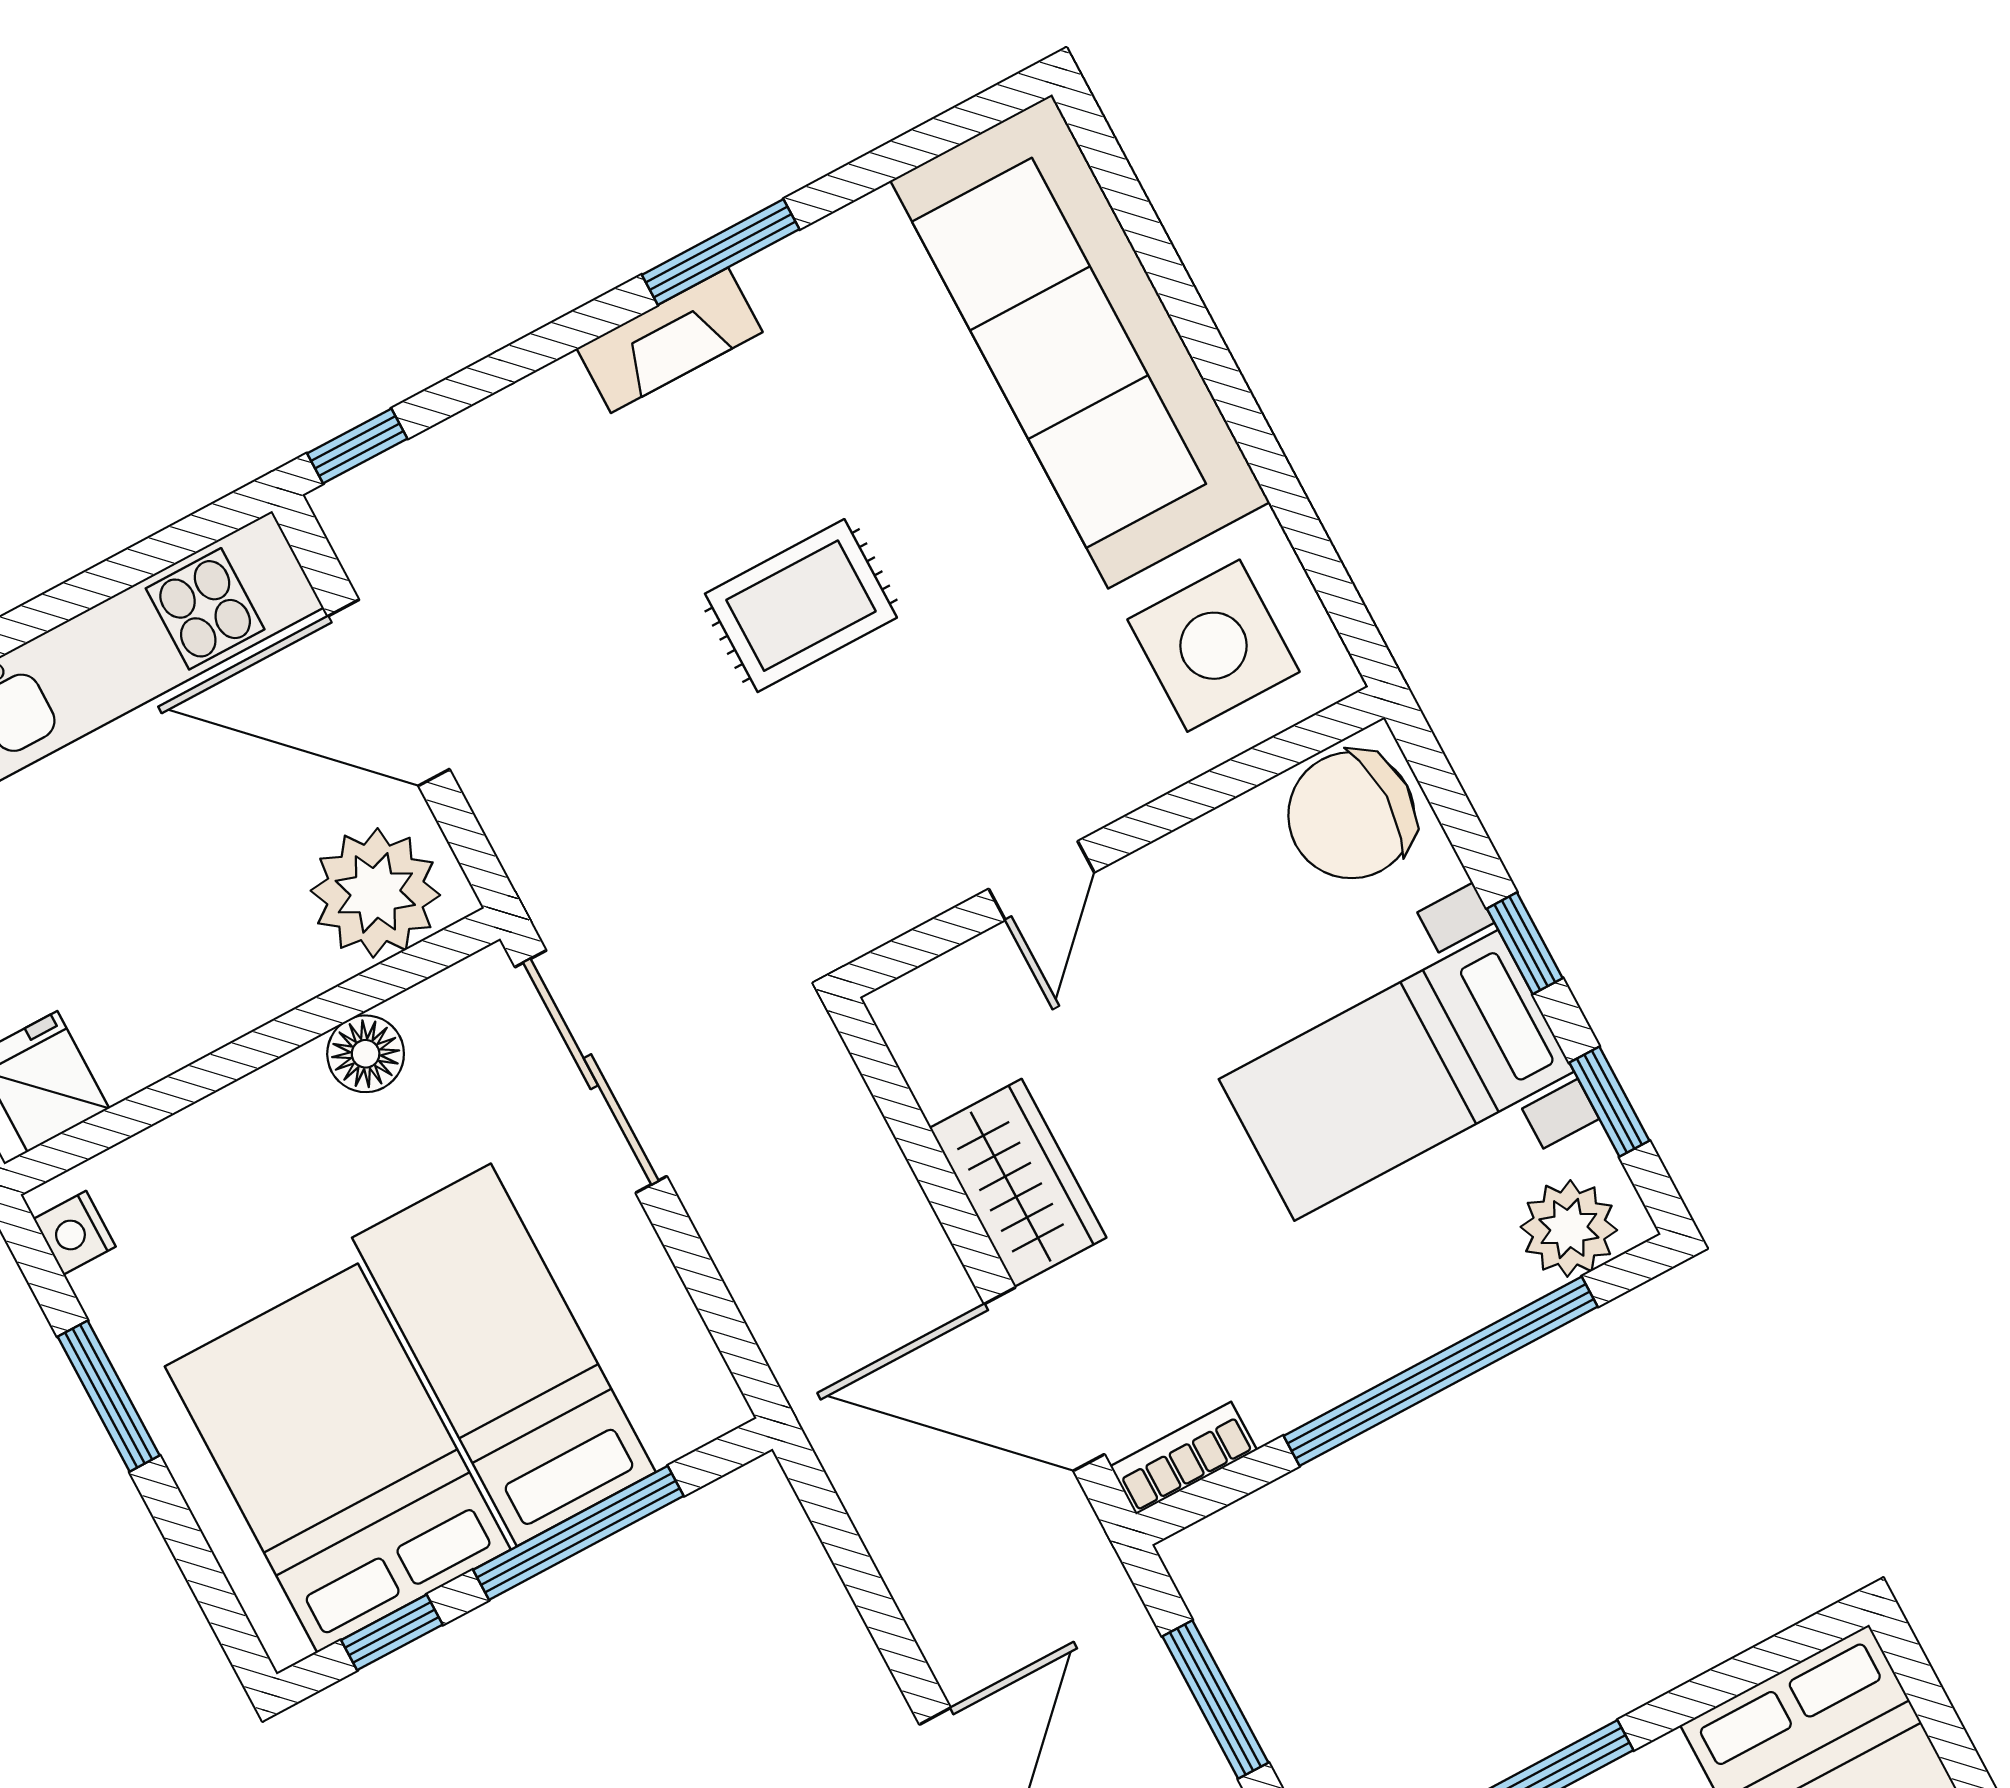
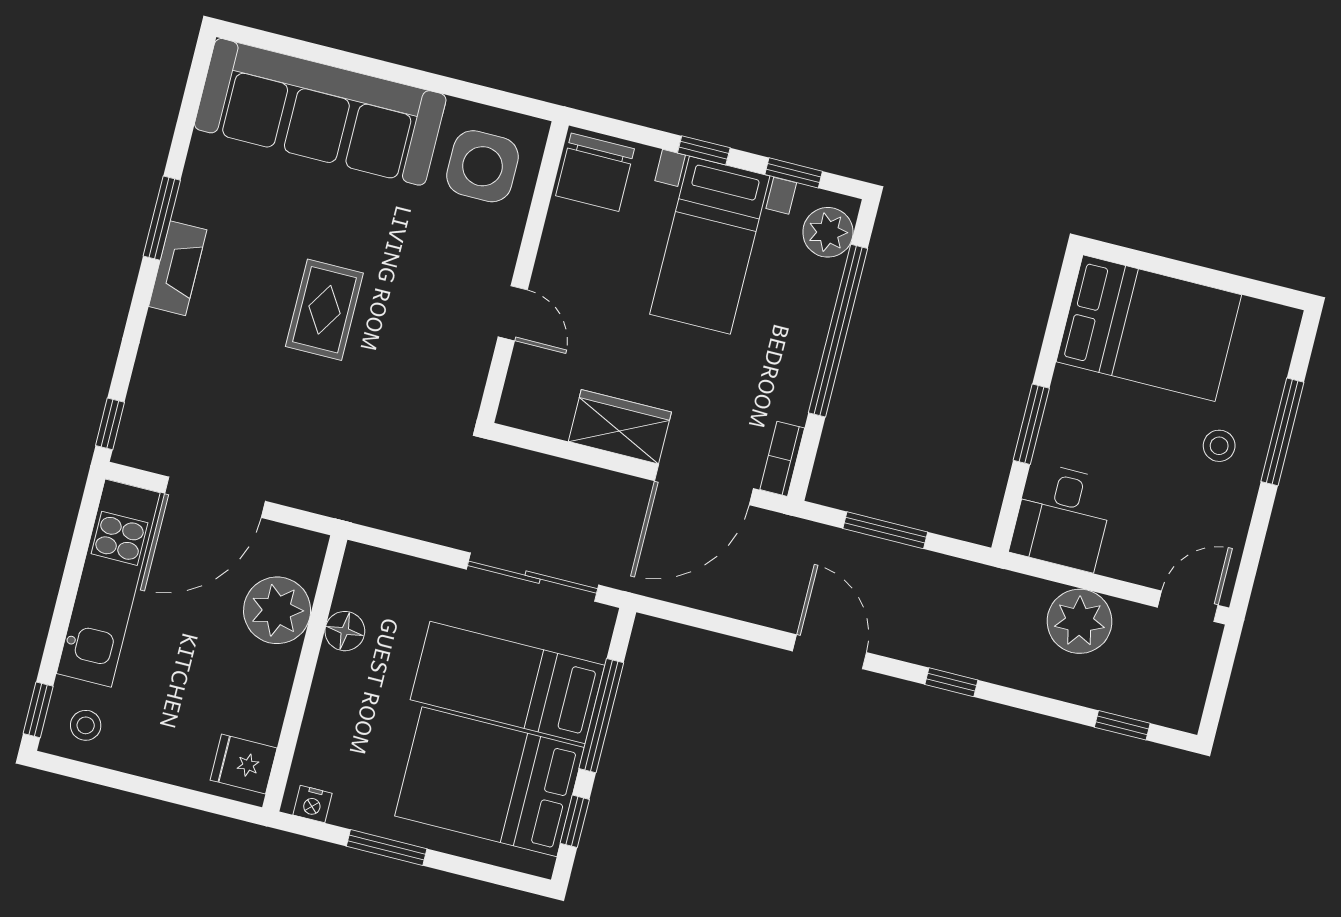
plant: (375, 893) -> (277, 610), moved
sliding door: (591, 1072) -> (533, 577), moved

